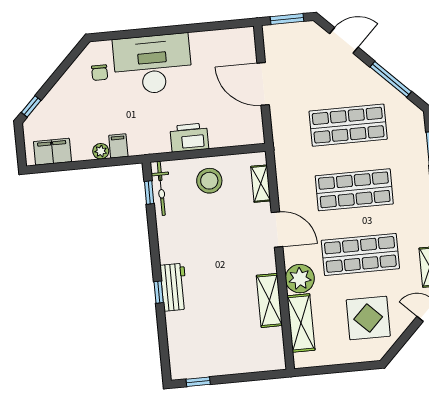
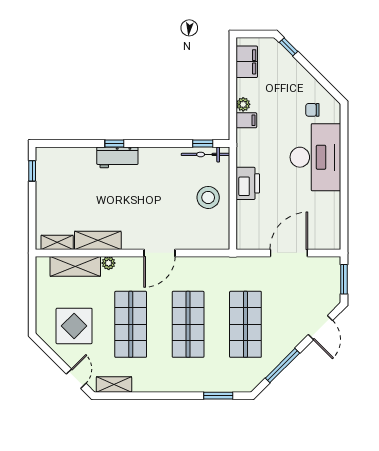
shelving: (261, 184) -> (57, 242), moved
plant: (300, 279) -> (109, 263), width x0.53, depth x0.53

